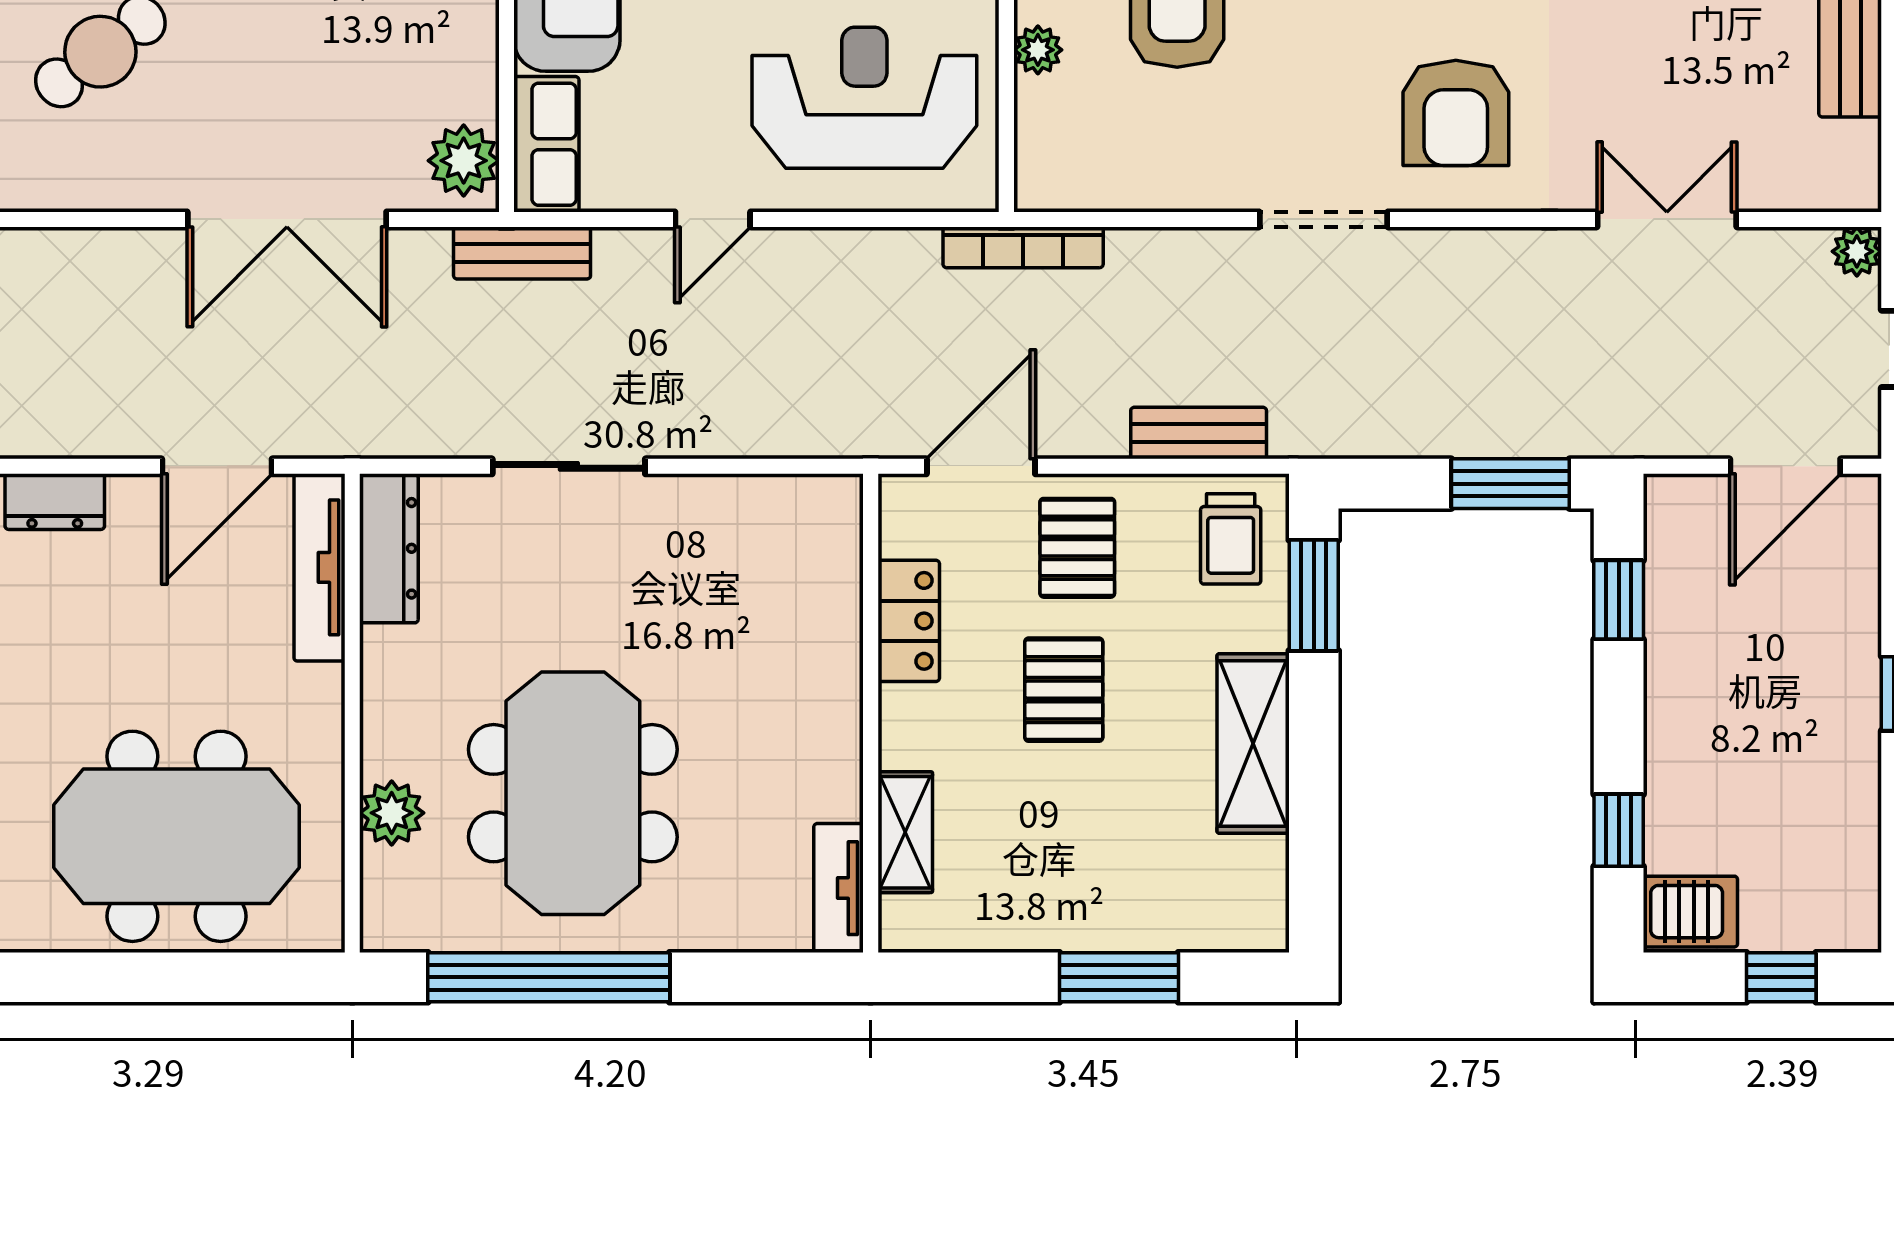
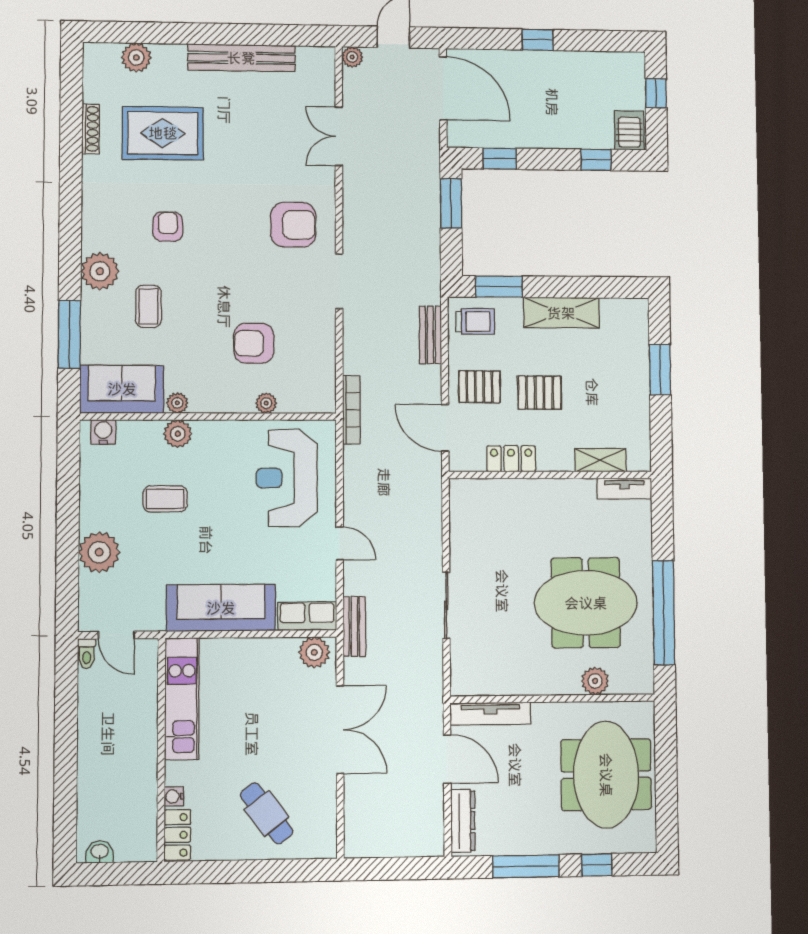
door: (1785, 466) -> (443, 88), width x1.36
dresser: (55, 502) -> (463, 821), width x1.44
dresser: (389, 548) -> (482, 683), removed

